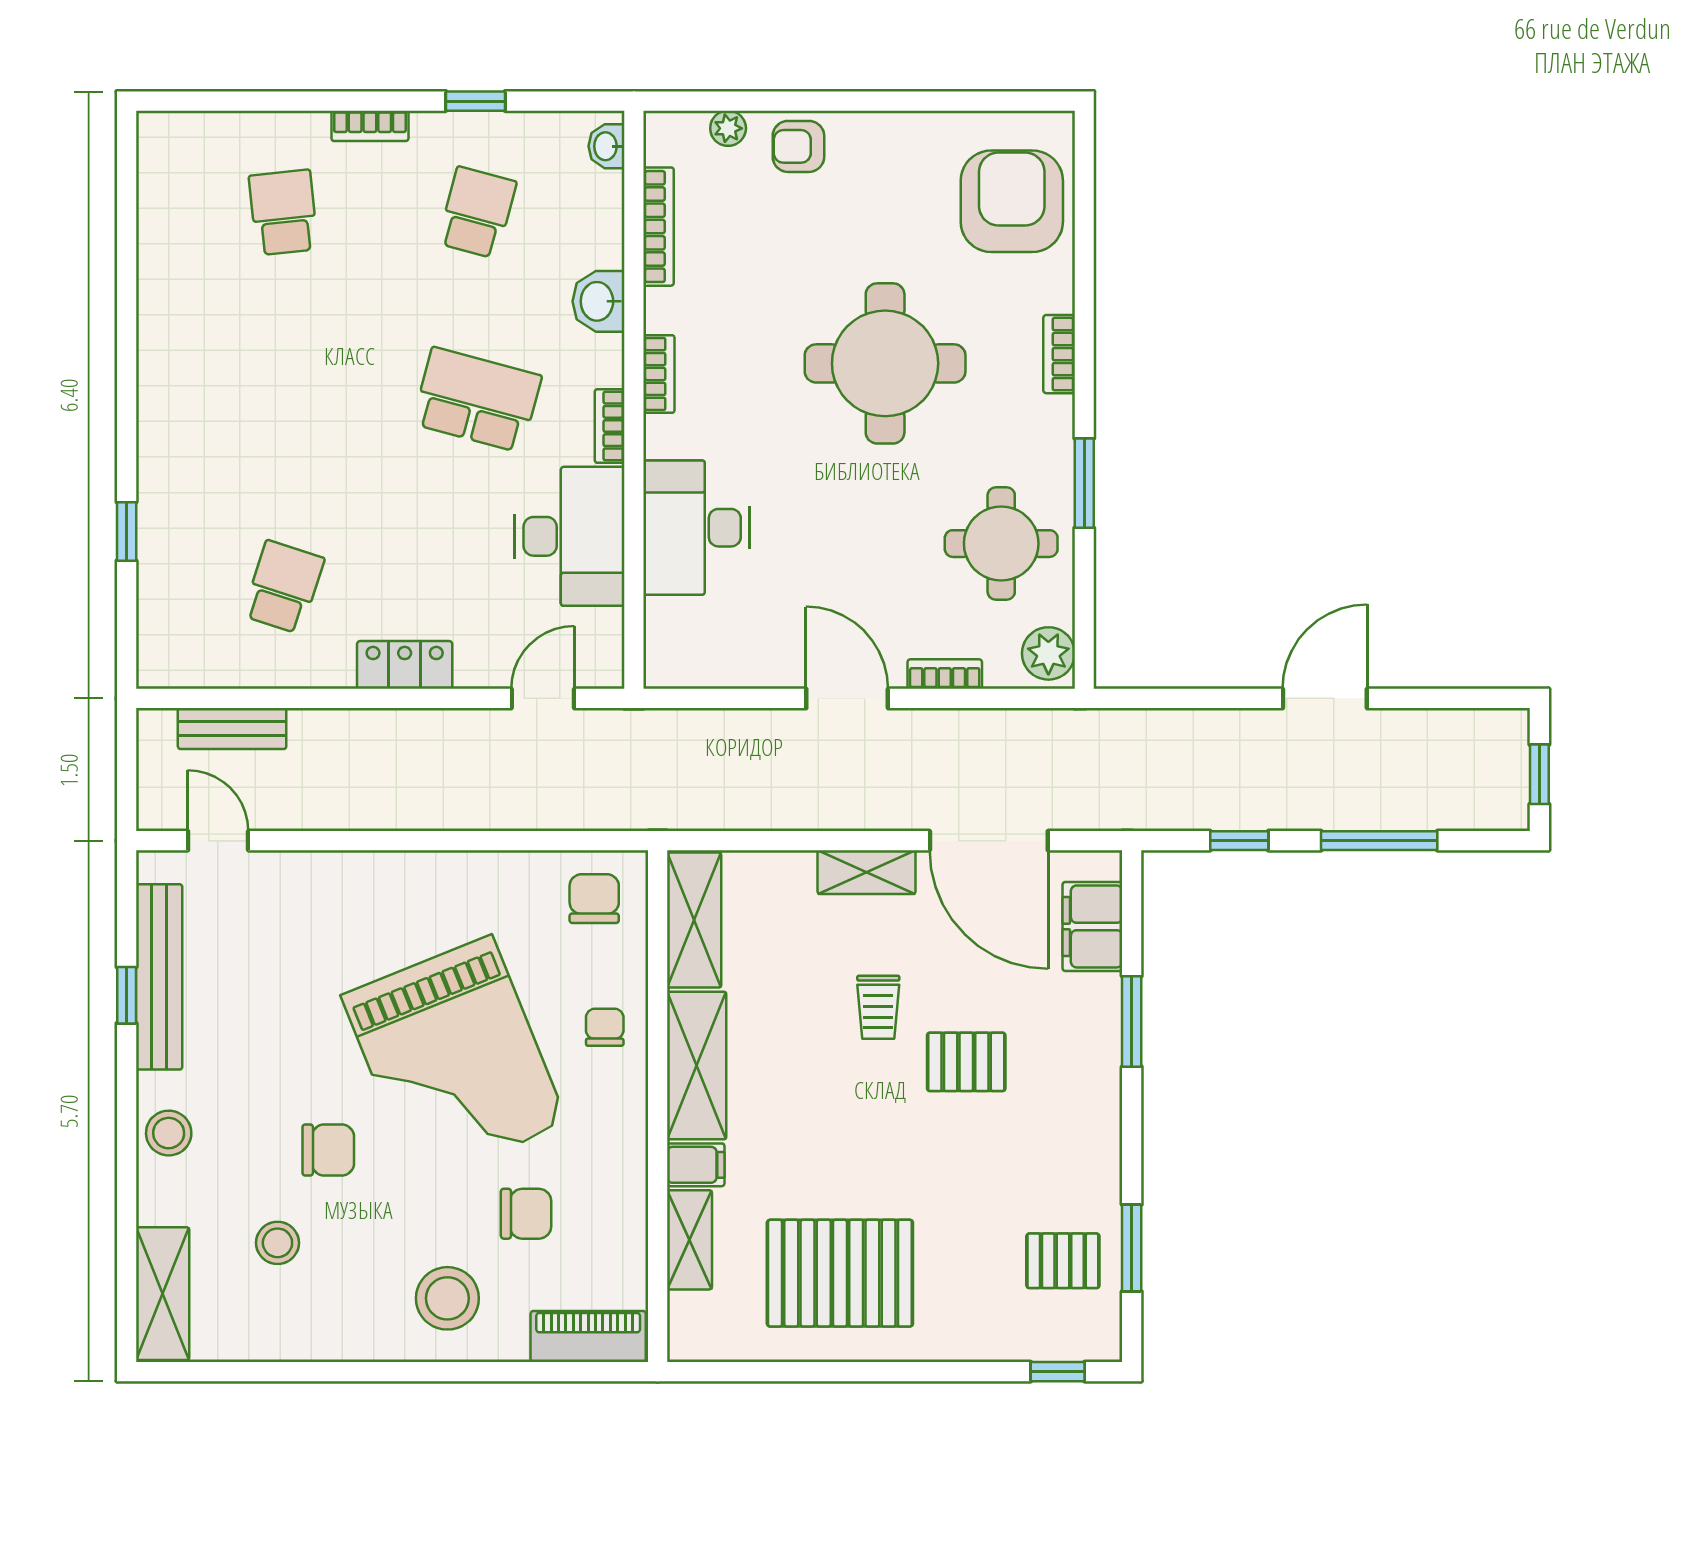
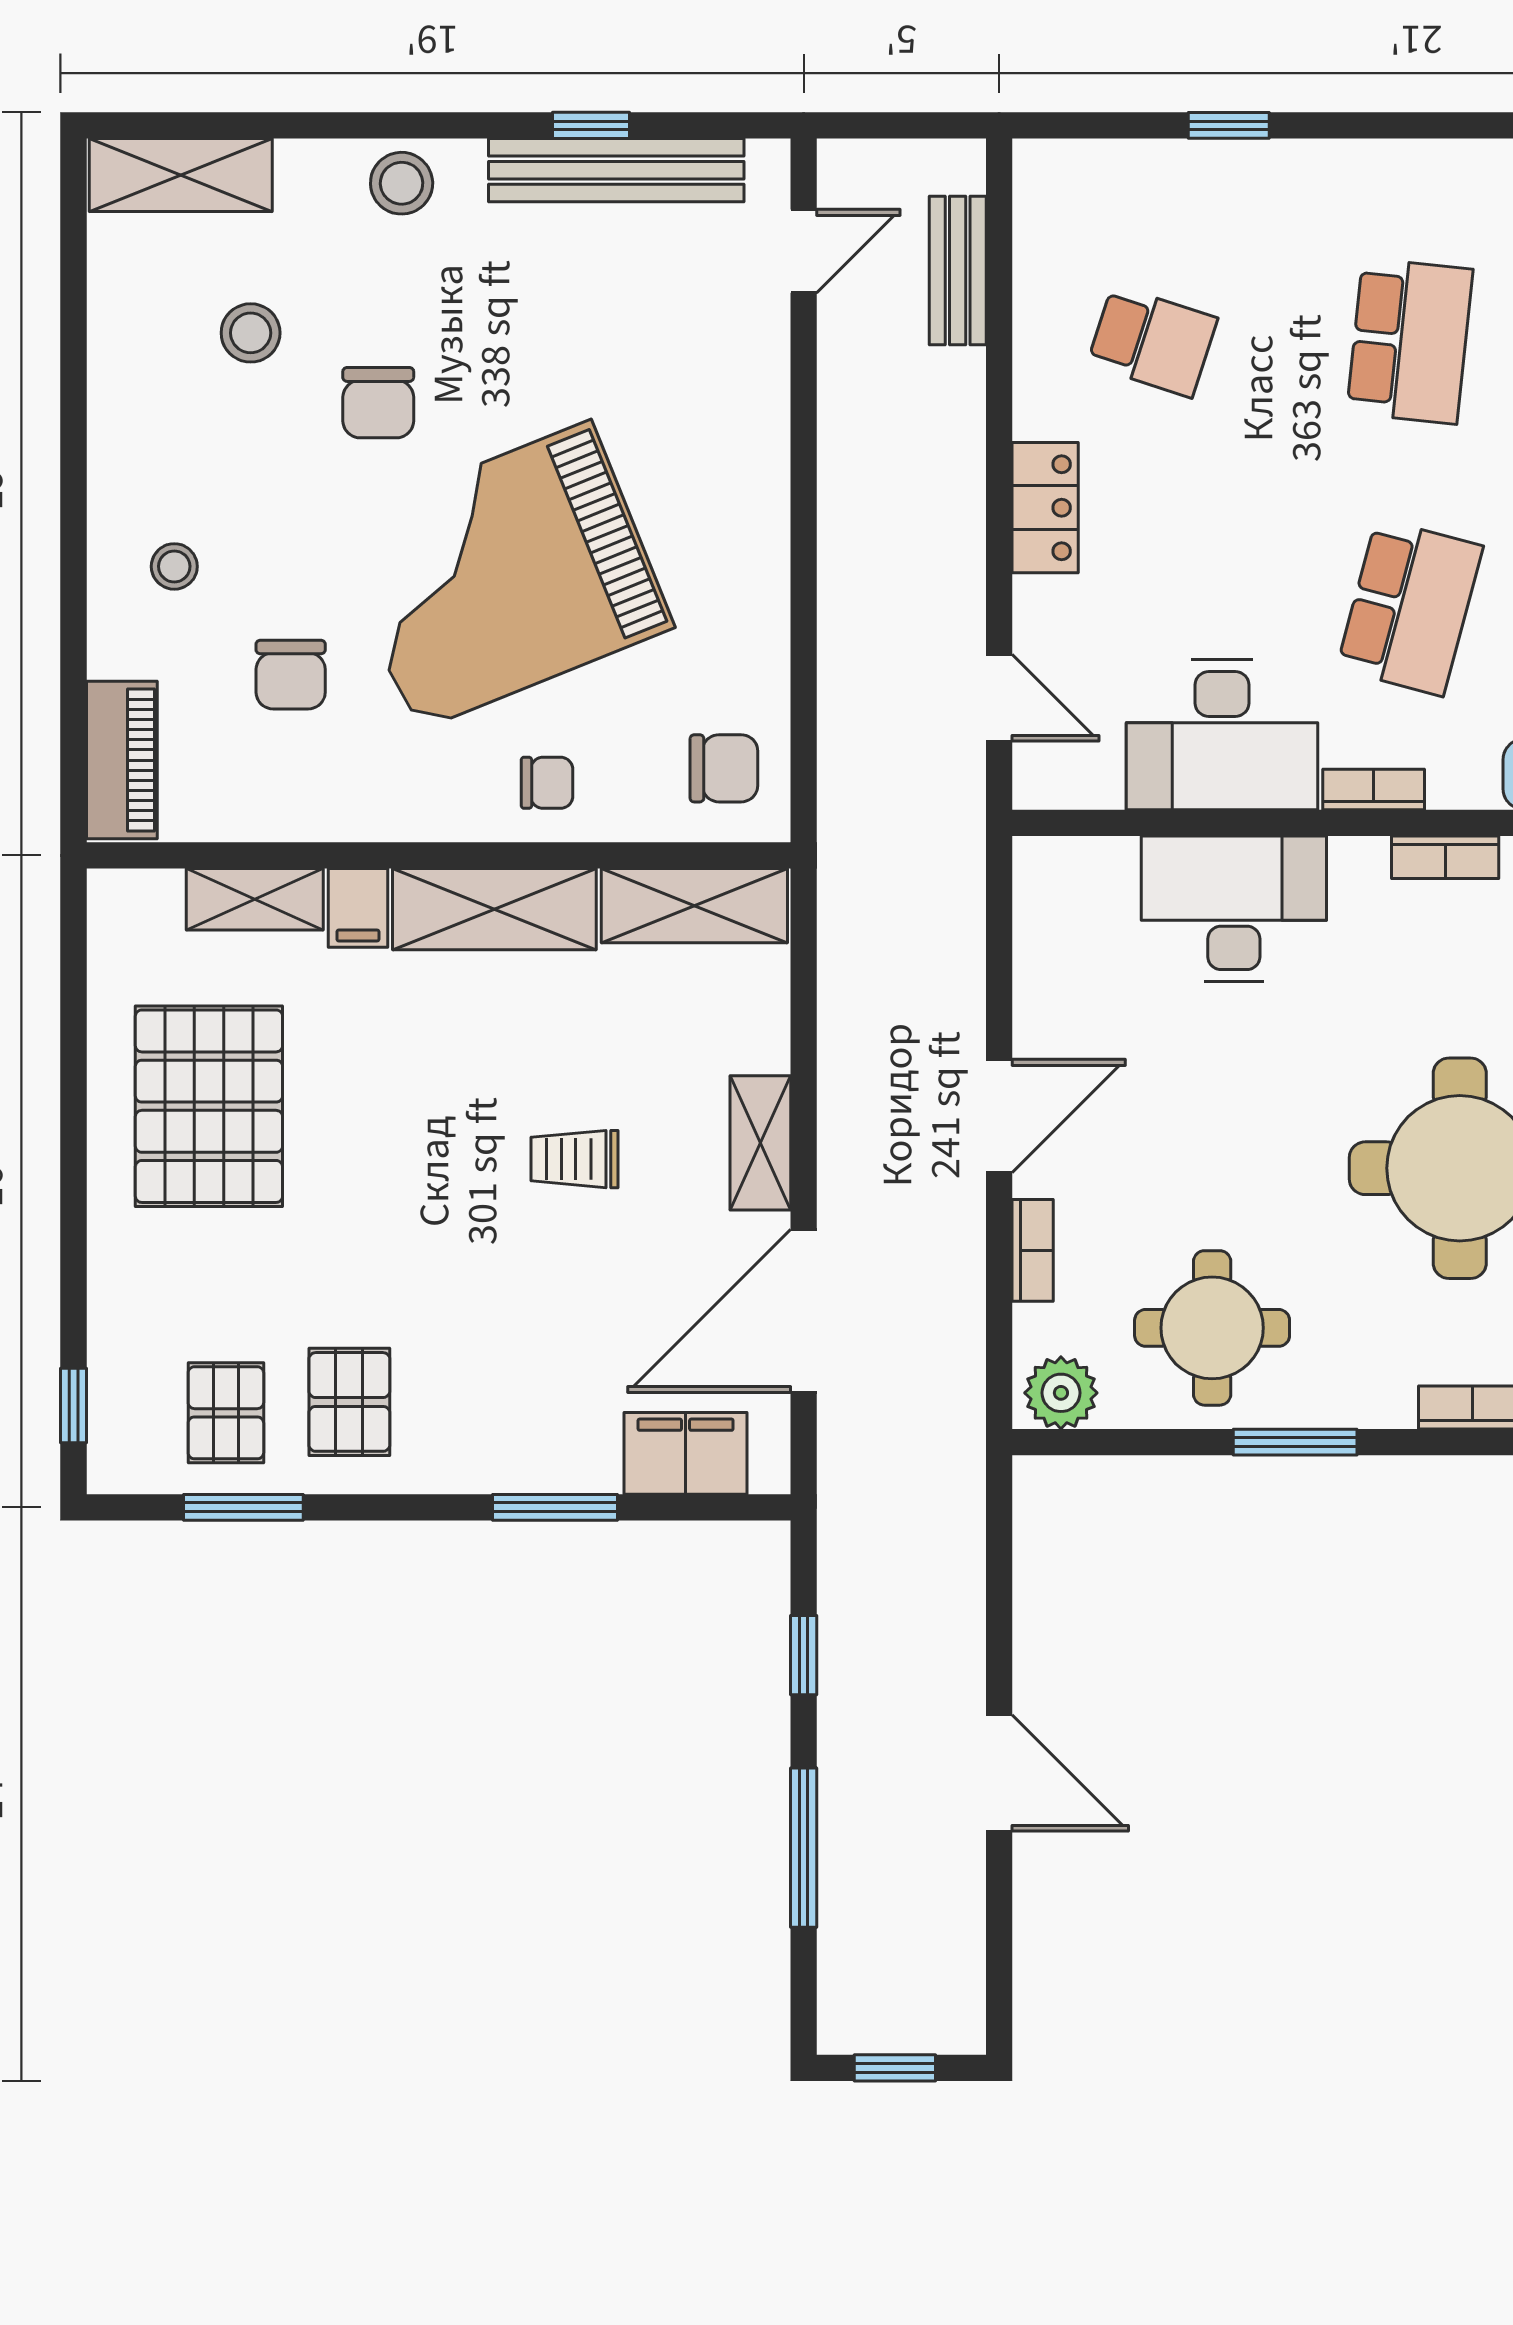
school desk: (283, 400) -> (1410, 341), added
pallet: (966, 1062) -> (349, 1402), moved
stool: (447, 1298) -> (174, 566), width x0.53, depth x0.53

